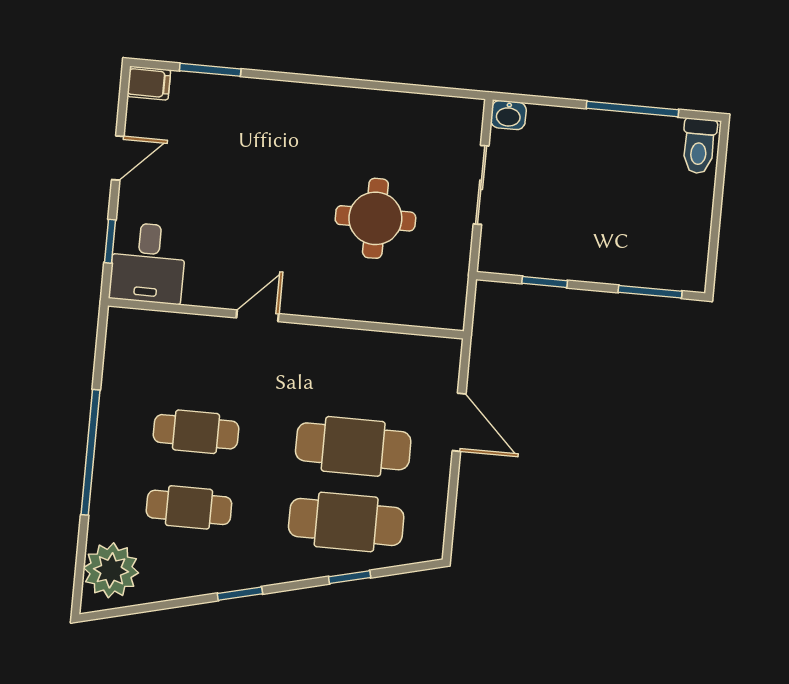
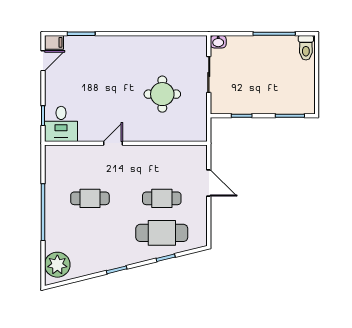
door: (118, 158) -> (43, 61), moved
cafe table: (353, 446) -> (162, 198), width x0.73, depth x0.74
cafe table: (189, 507) -> (90, 233), removed

